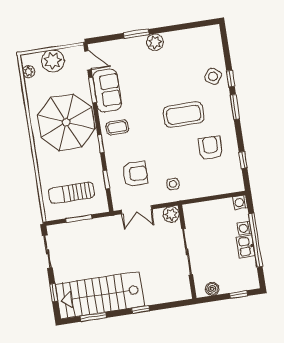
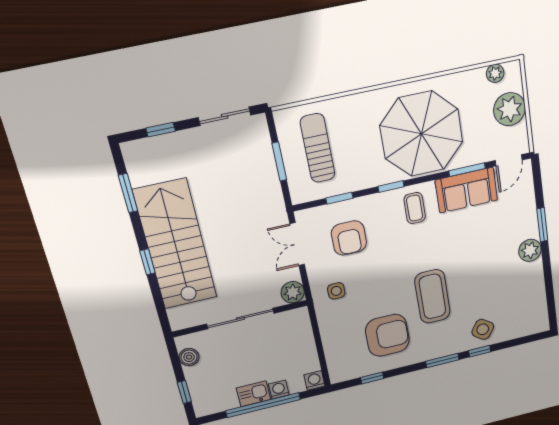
armchair: (210, 148) -> (387, 335), width x1.36, depth x1.36
stairs: (100, 295) -> (175, 244), moved

